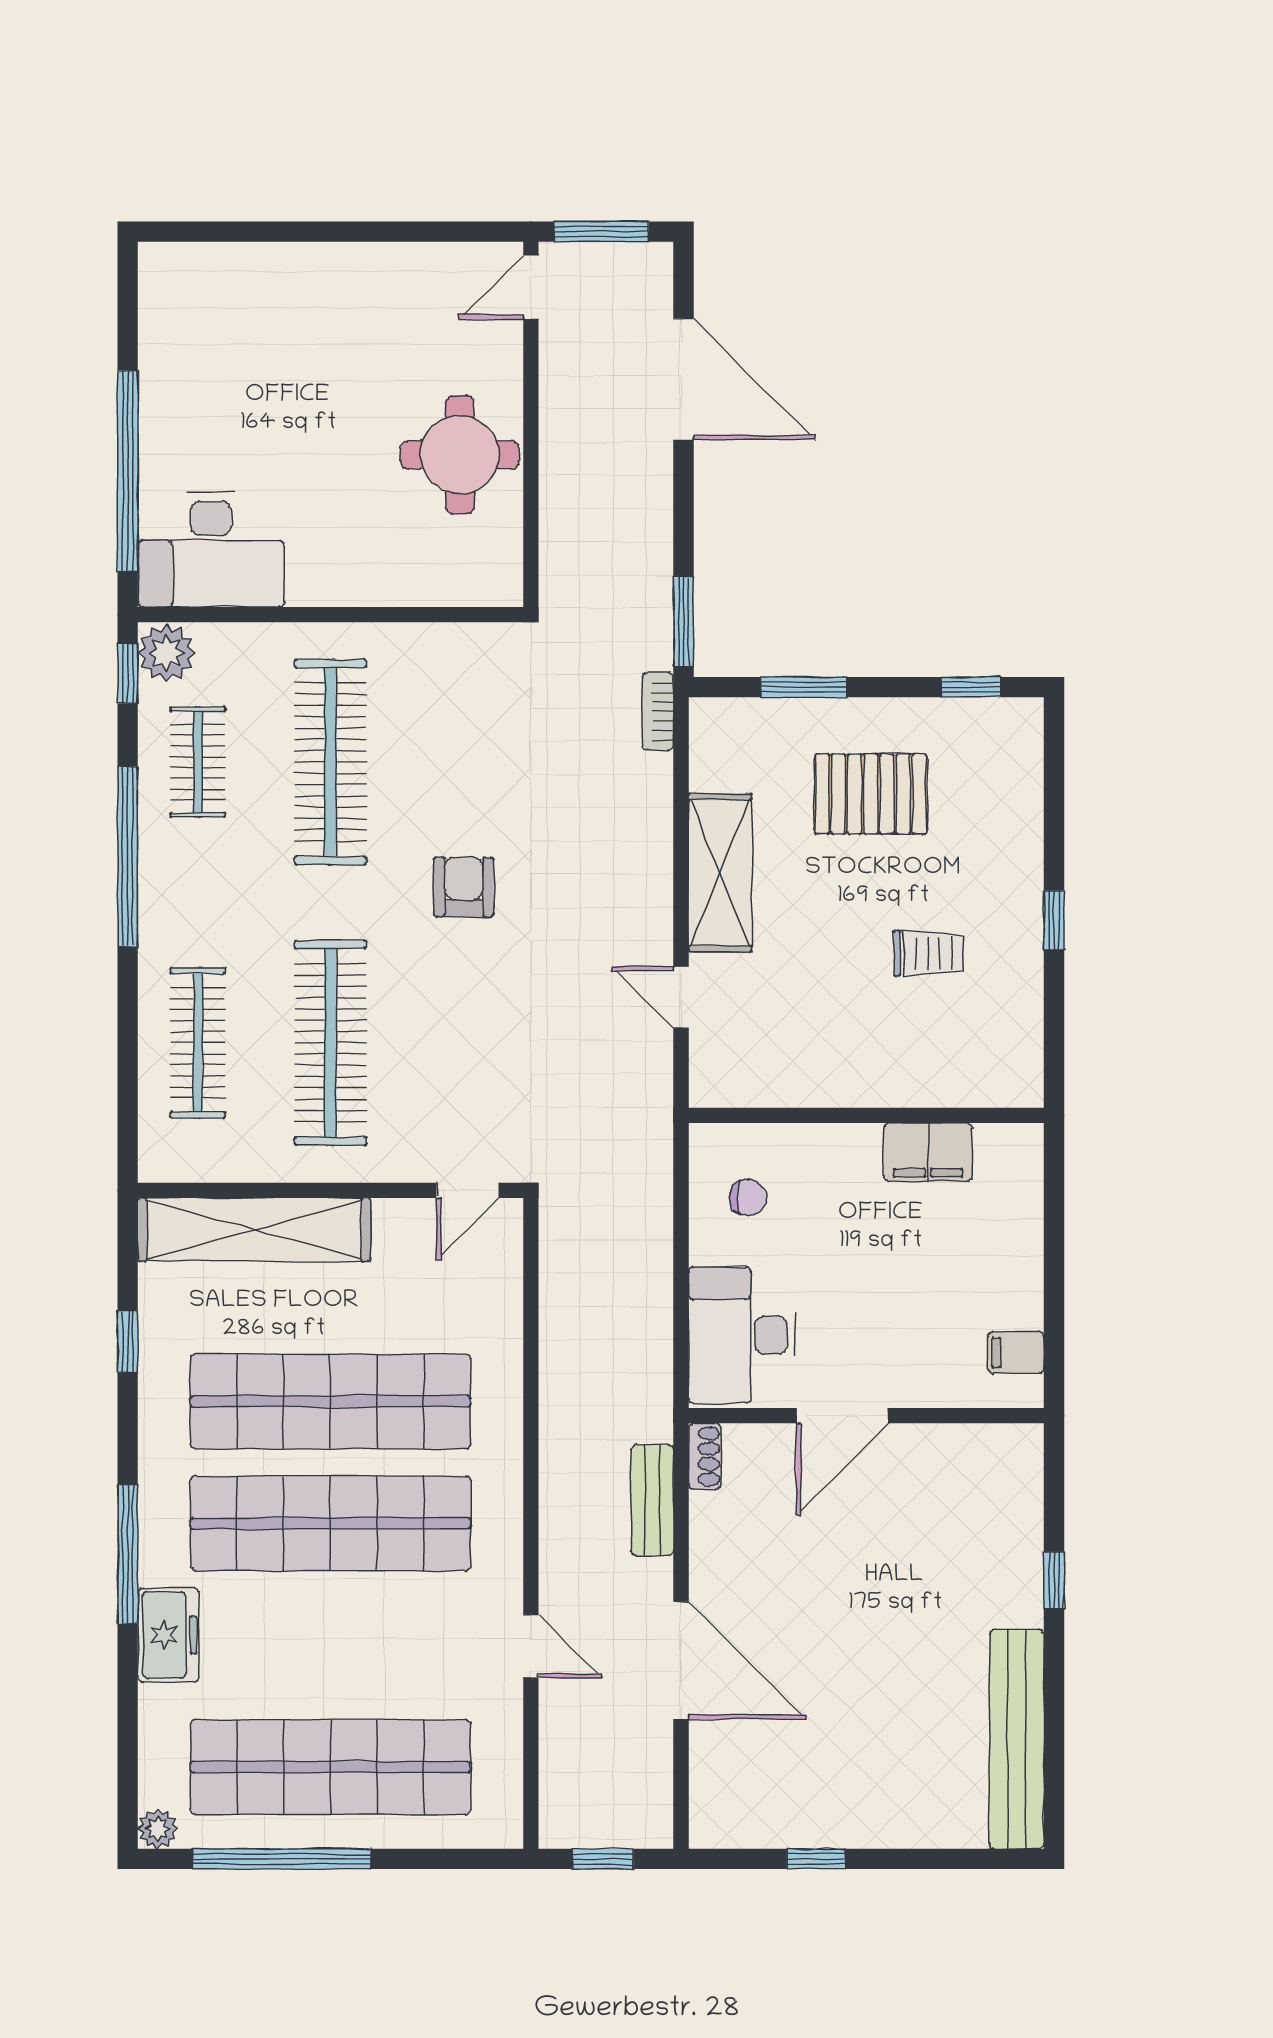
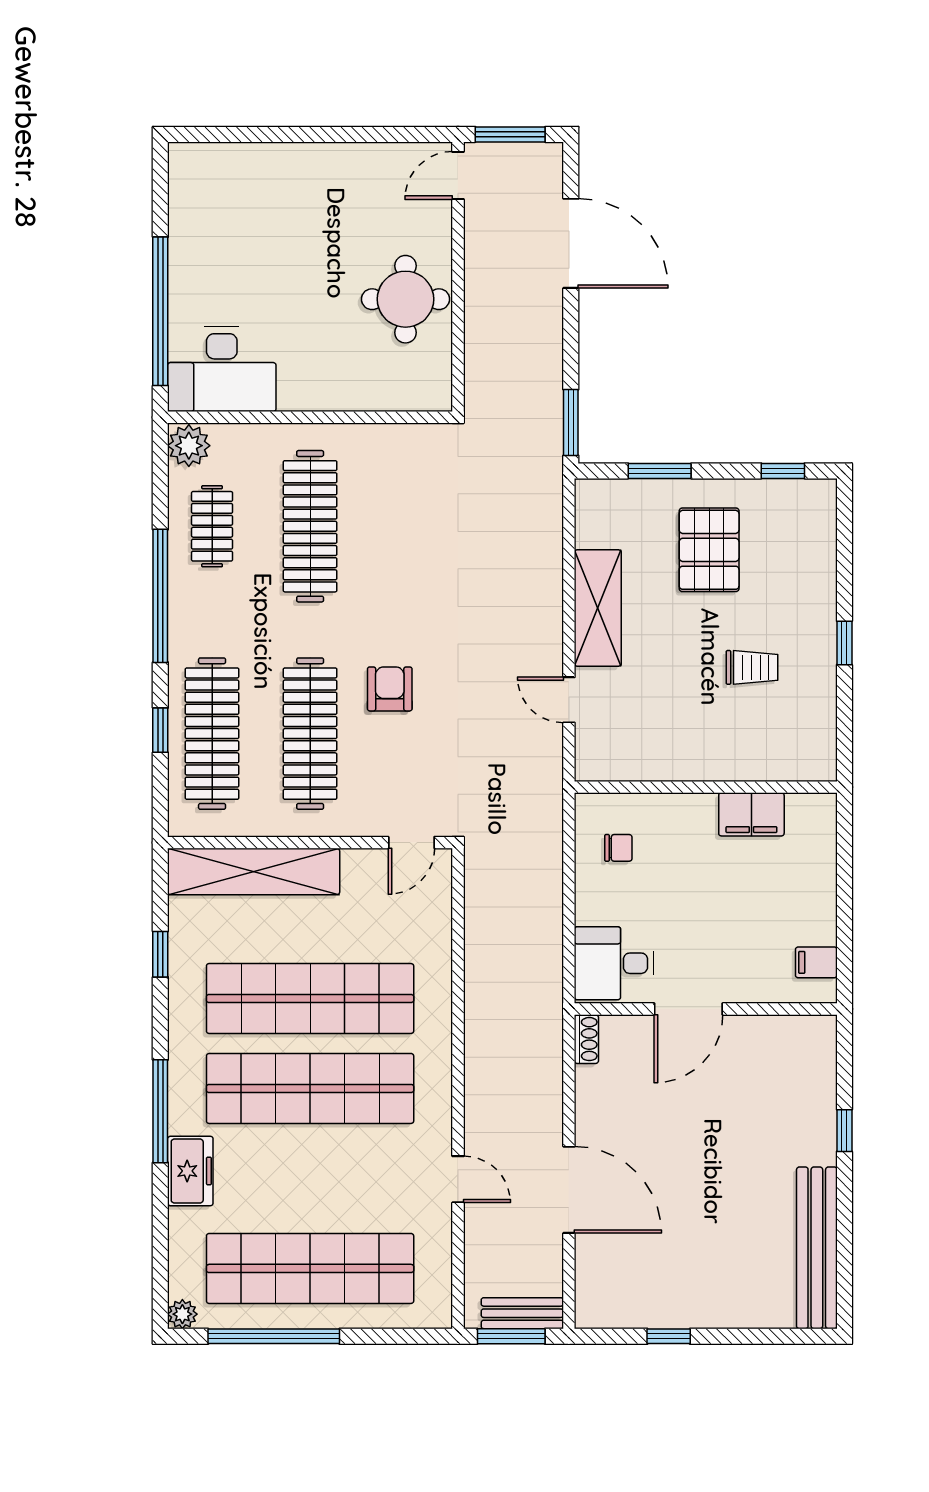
window: (128, 673) -> (160, 730), moved
bookcase: (658, 712) -> (552, 489), removed
pallet: (871, 794) -> (709, 550), turned 90
armchair: (464, 887) -> (390, 689), moved
clothes rail: (198, 1043) -> (212, 734), width x1.37, depth x1.31
desk: (742, 1335) -> (614, 963), width x0.73
bench: (652, 1500) -> (522, 1313), moved, turned 90
window: (603, 1859) -> (511, 1336), width x1.50

